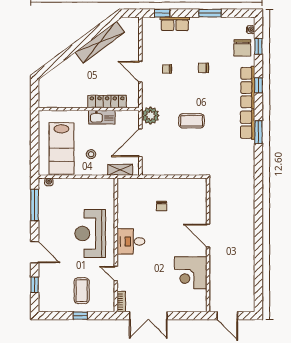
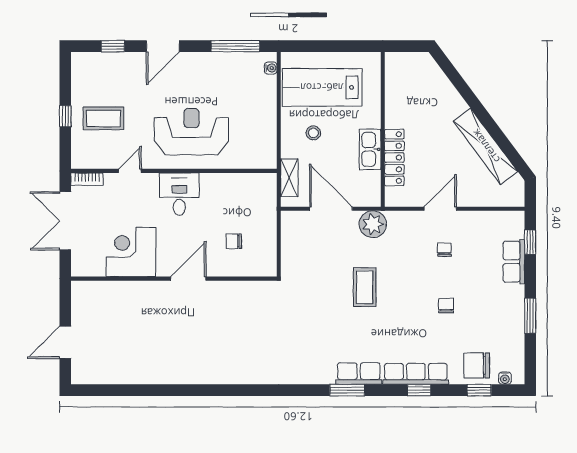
door: (208, 236) -> (188, 279), moved
wall: (208, 245) -> (174, 279), moved
corner desk: (191, 273) -> (131, 252), moved

